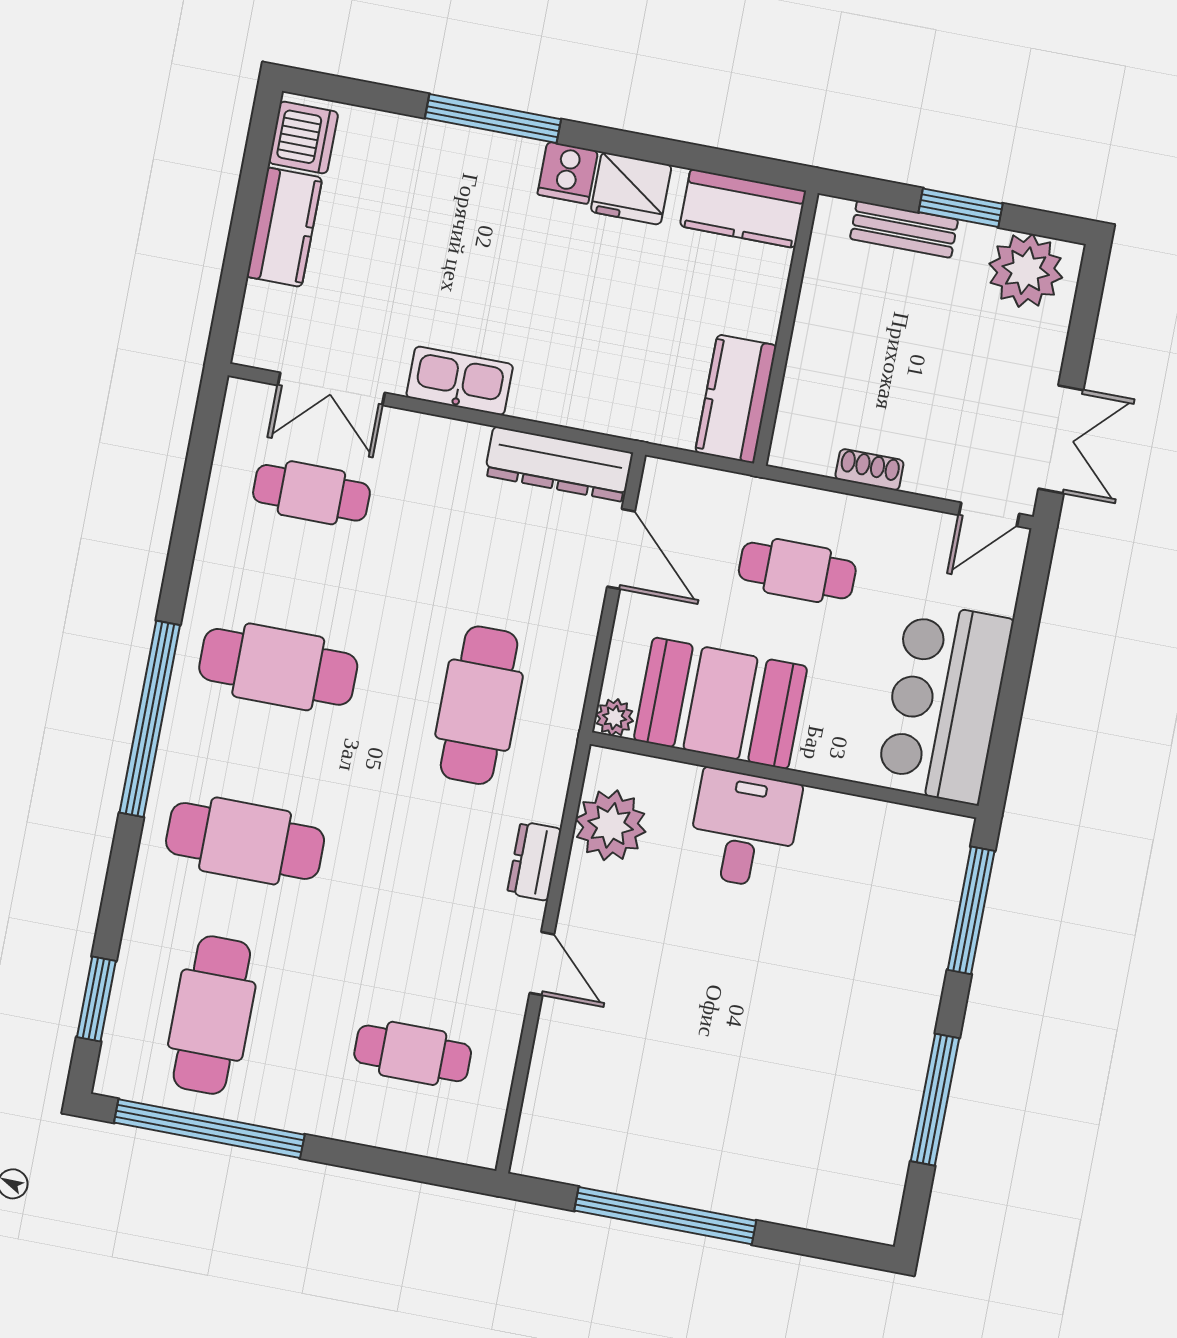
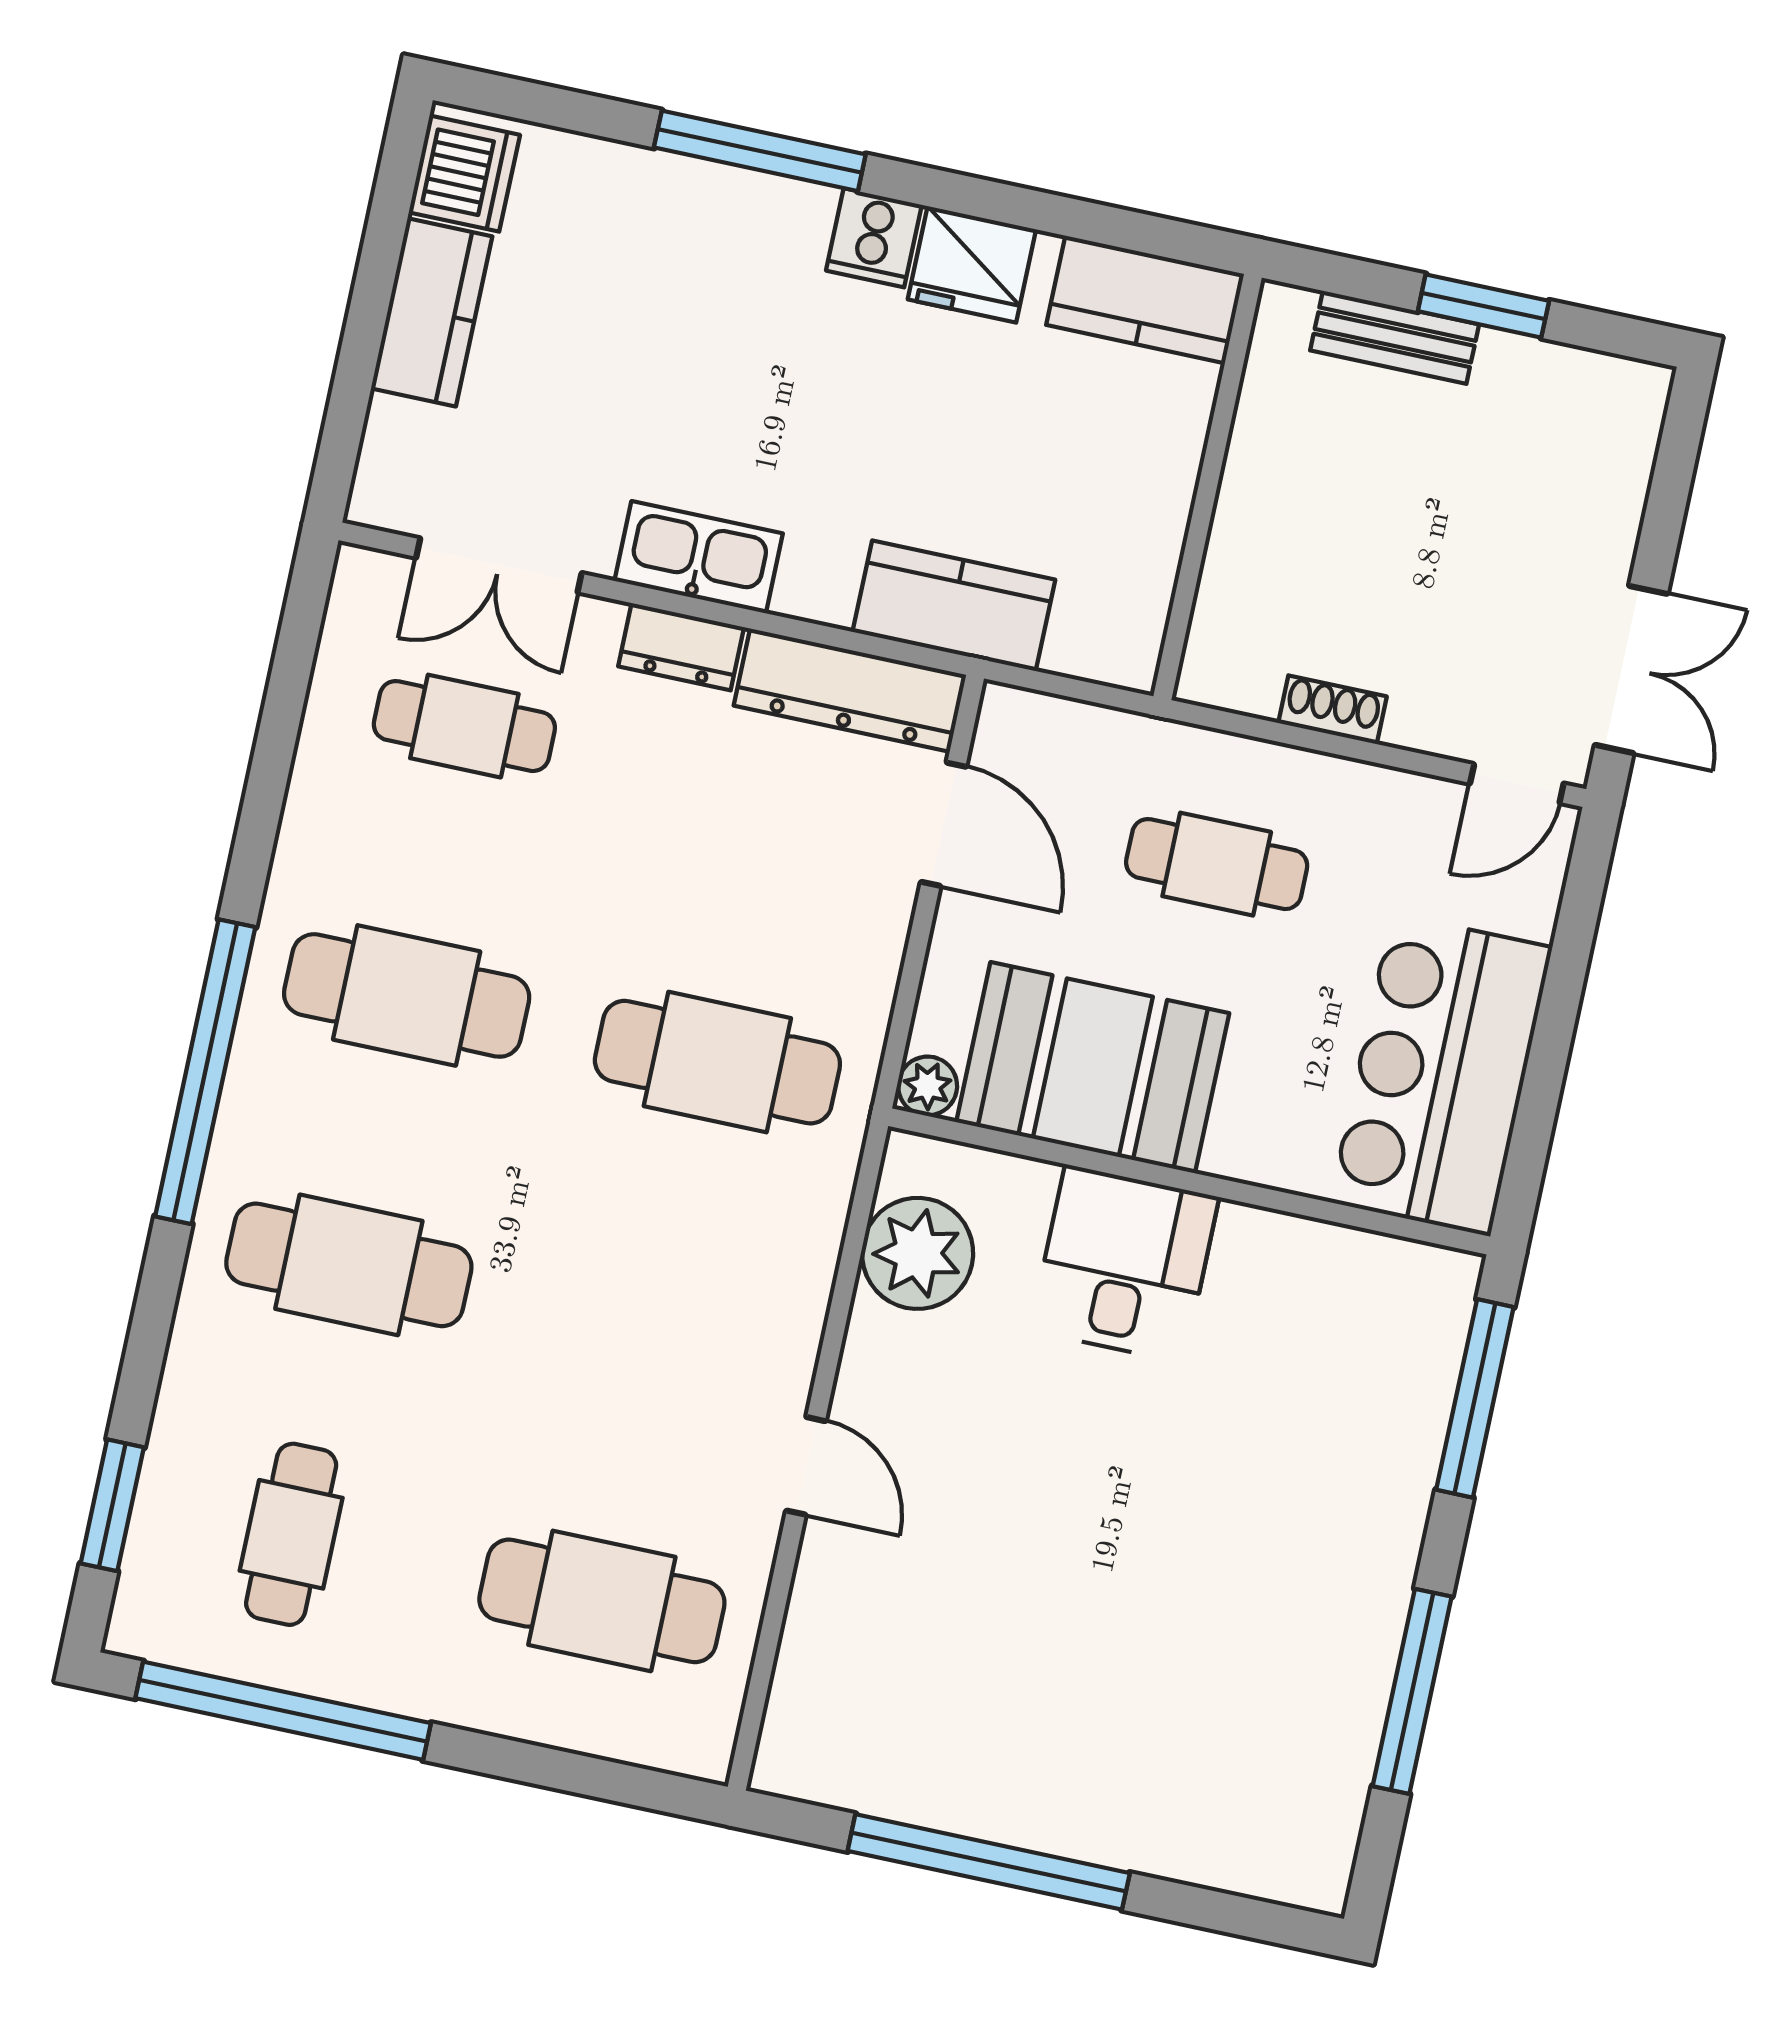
plant: (1026, 271) -> (1582, 406), removed
kitchen counter: (736, 399) -> (954, 606), moved, turned 90
cafe table: (479, 705) -> (717, 1062), turned 90
dresser: (534, 861) -> (681, 647), moved, turned -90
cafe table: (212, 1015) -> (291, 1534), width x0.73, depth x0.74
cafe table: (413, 1053) -> (602, 1601), width x1.37, depth x1.35

